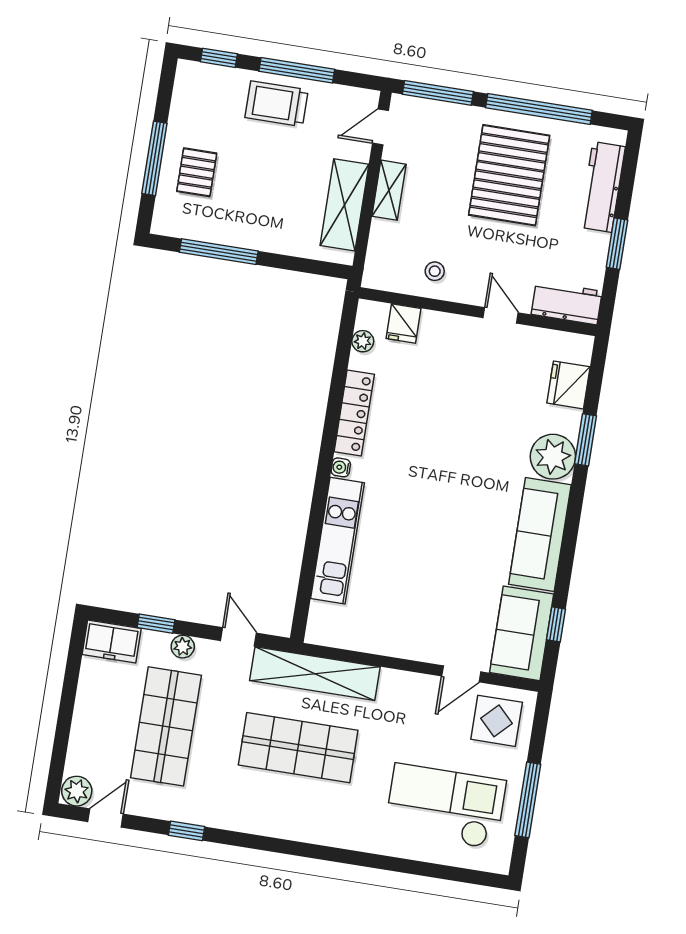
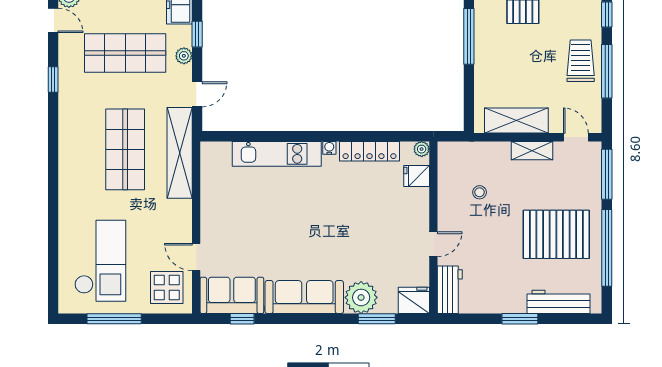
workbench: (567, 303) -> (450, 290), moved
wall: (478, 312) -> (433, 227), moved
door: (501, 315) -> (433, 244), moved
fridge: (404, 323) -> (417, 176), moved

